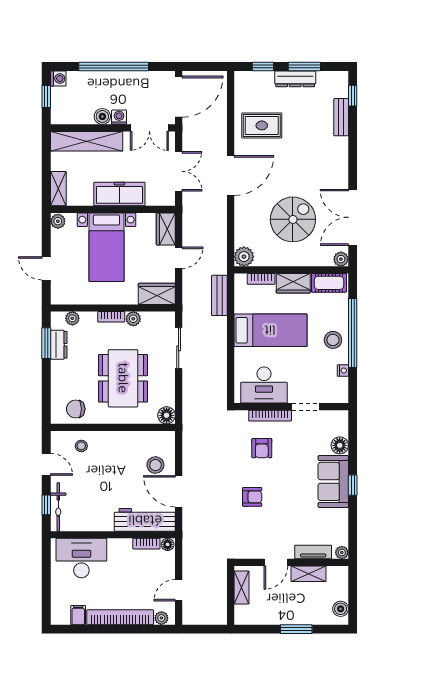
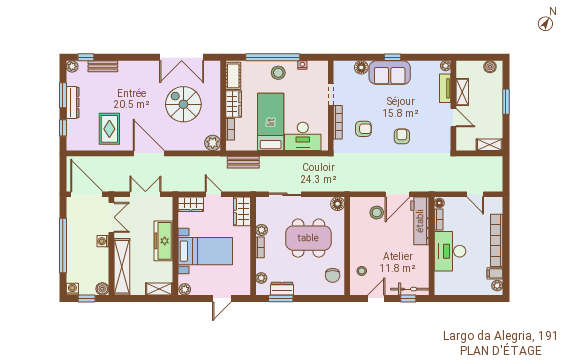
boiler: (102, 116) -> (102, 289), moved
plant: (341, 259) -> (72, 66), moved
desk: (264, 385) -> (303, 136), moved, turned 90
desk: (81, 558) -> (450, 251), moved
shelving: (241, 587) -> (489, 145), moved
plant: (161, 618) -> (497, 286), moved

